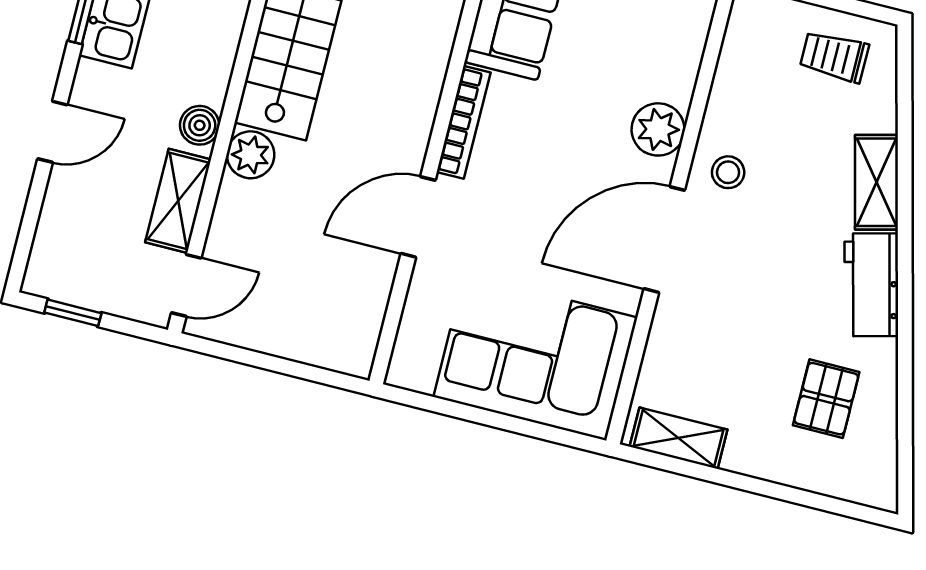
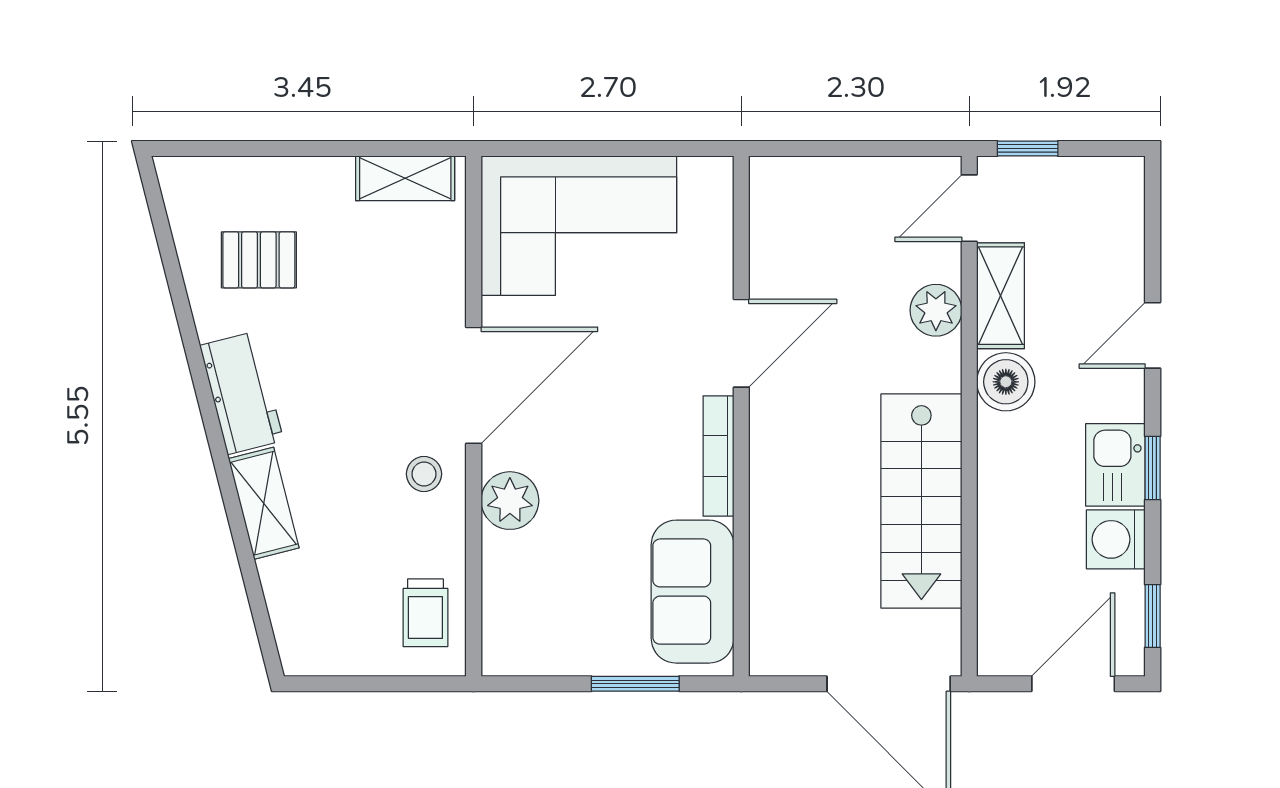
trolley: (834, 57) -> (425, 613), moved, turned 90
boiler: (200, 125) -> (1006, 382), width x1.36, depth x1.36
plant: (251, 155) -> (936, 310), moved
window: (73, 313) -> (1028, 148), moved
pallet: (826, 399) -> (259, 260), turned 90

